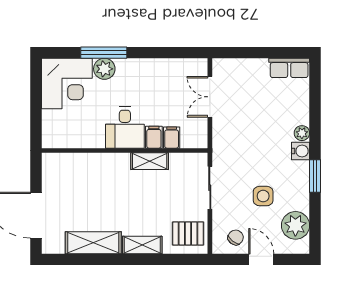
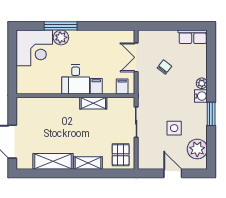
filing cabinet: (172, 138) -> (122, 86), moved
pallet: (188, 233) -> (121, 155), turned 90
chair: (236, 237) -> (164, 67), moved

